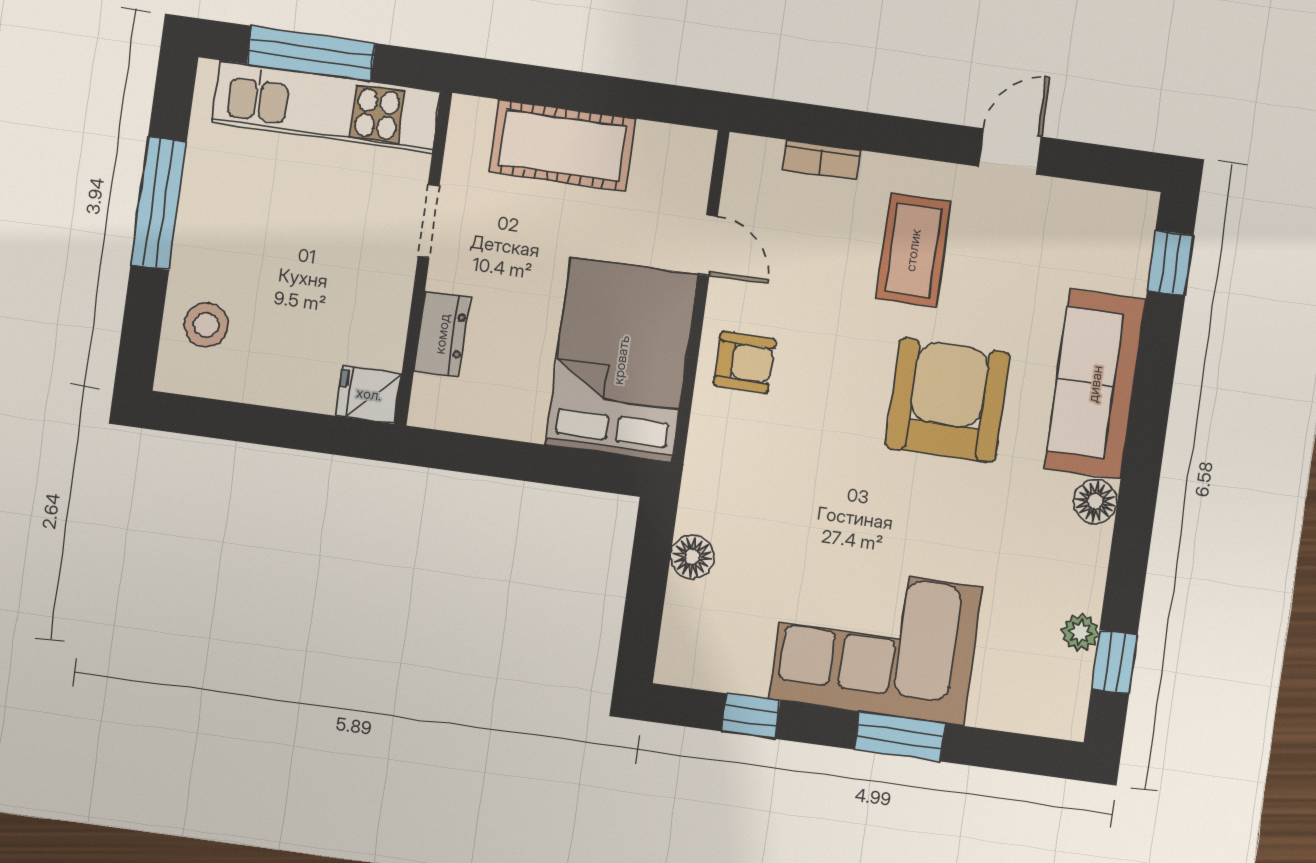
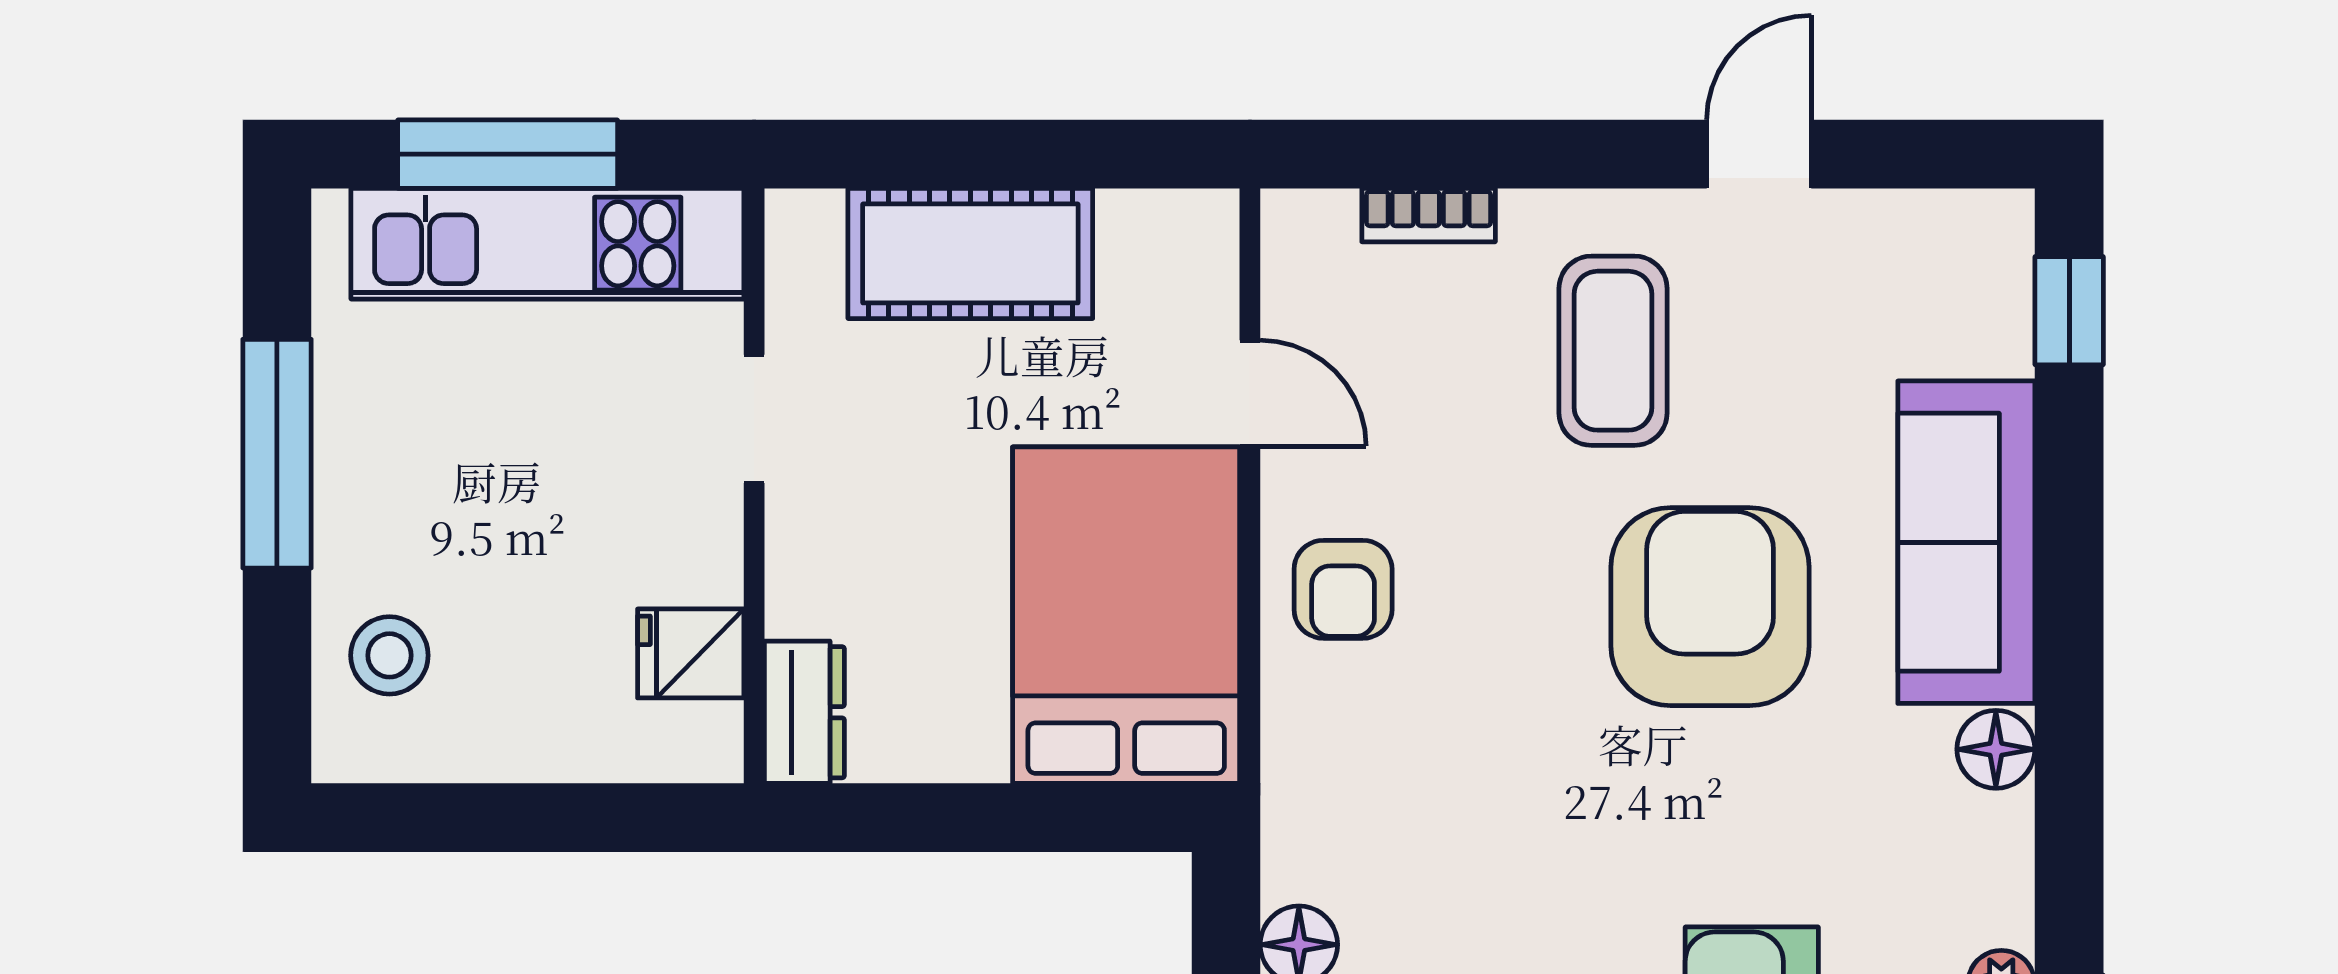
dresser: (442, 334) -> (804, 712), moved
armchair: (745, 362) -> (1343, 589), turned 89
fridge: (369, 394) -> (691, 653), moved

